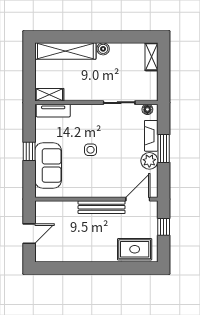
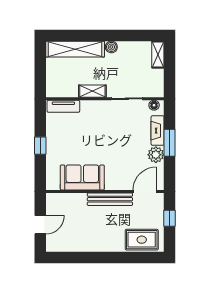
shelving: (49, 95) -> (92, 91), moved
side table: (91, 150) -> (99, 144), removed
sofa: (48, 165) -> (82, 177), moved, turned -90

